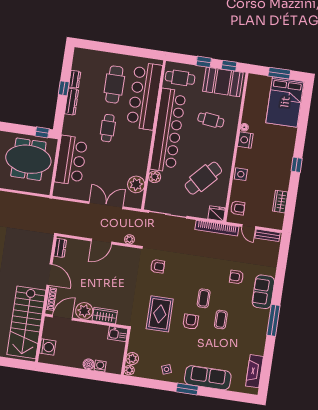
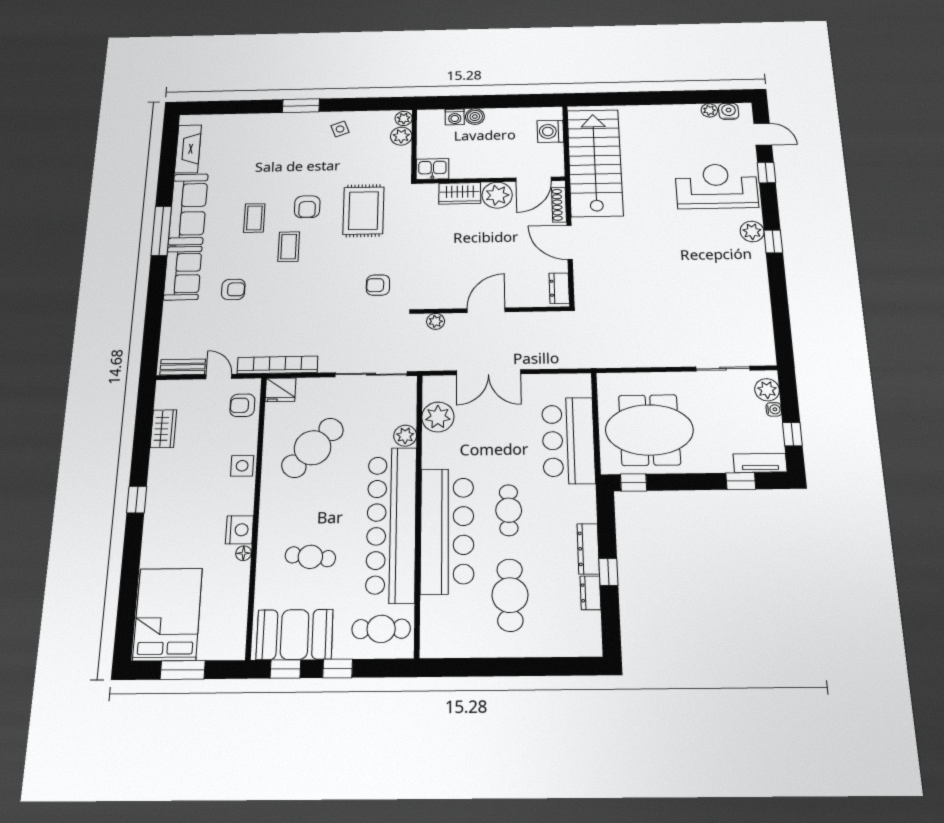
bar counter: (144, 96) -> (447, 531), moved
sofa: (208, 378) -> (188, 209), moved, turned -90

